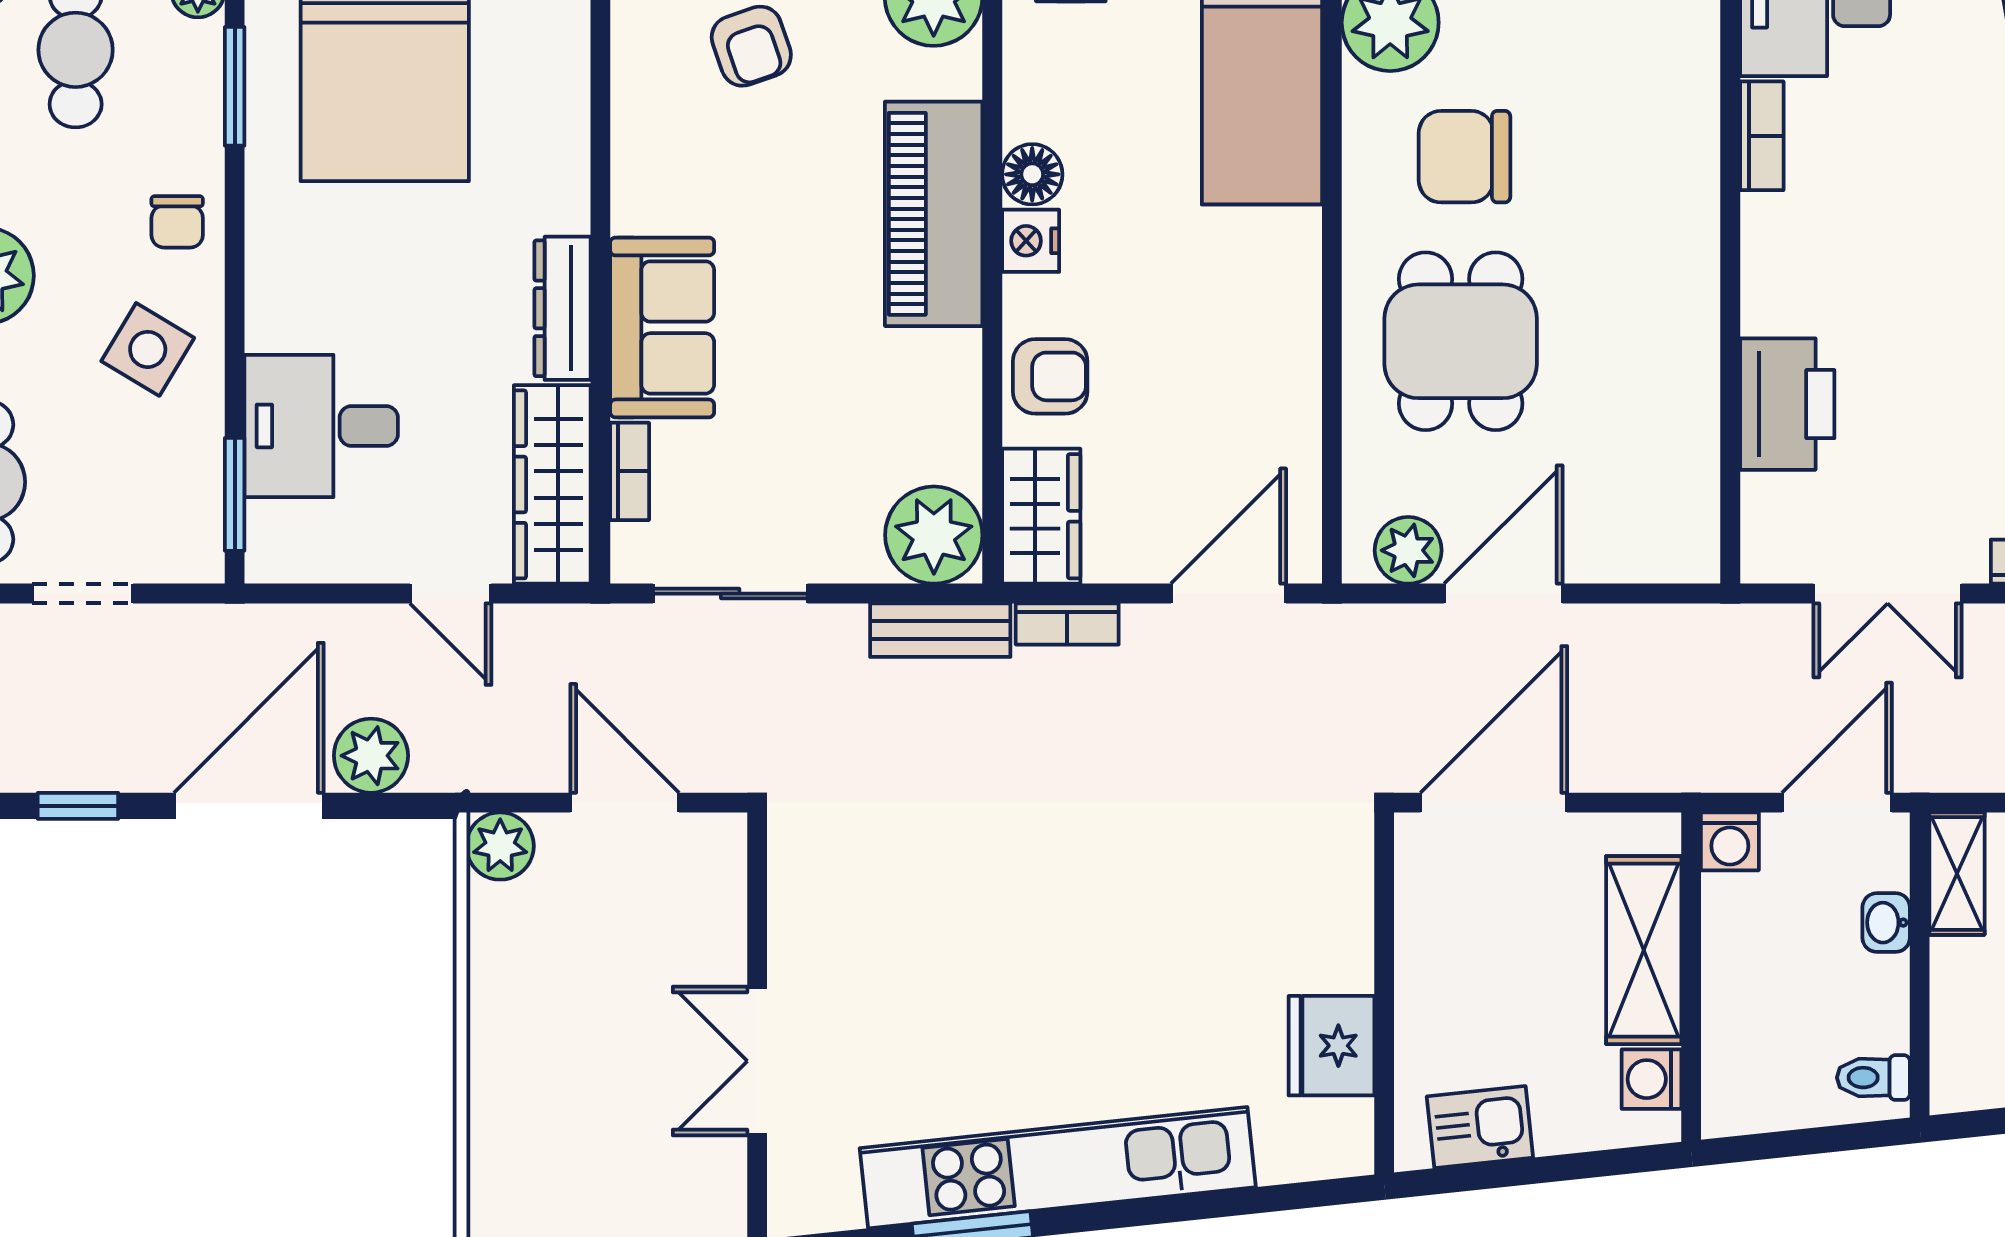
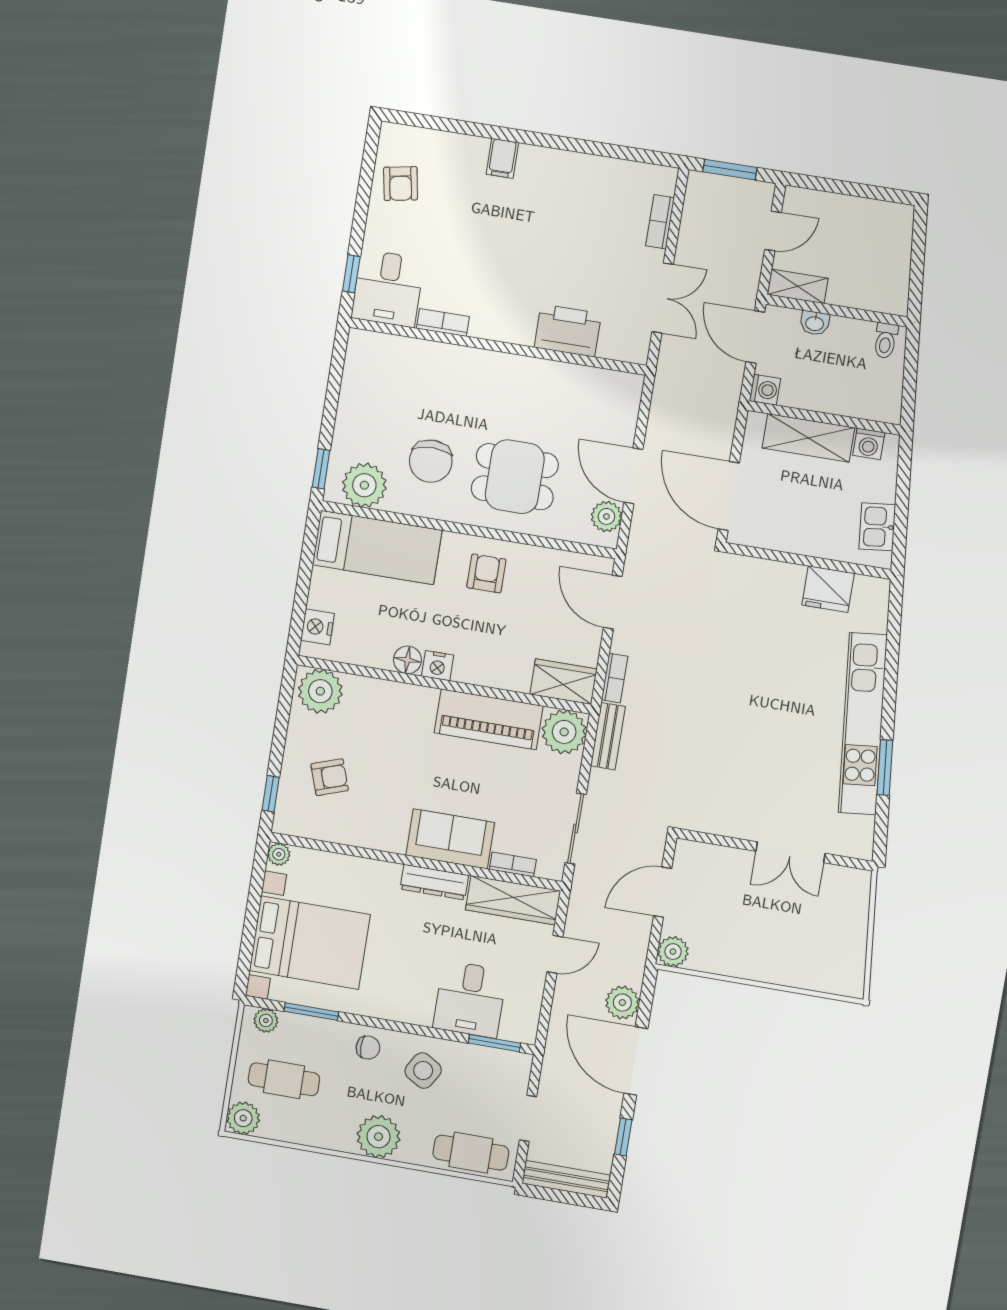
piano: (934, 214) -> (489, 719), moved
armchair: (1050, 376) -> (486, 573), moved

